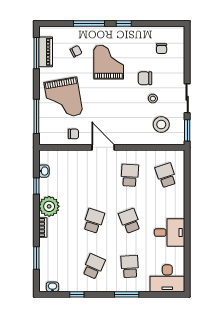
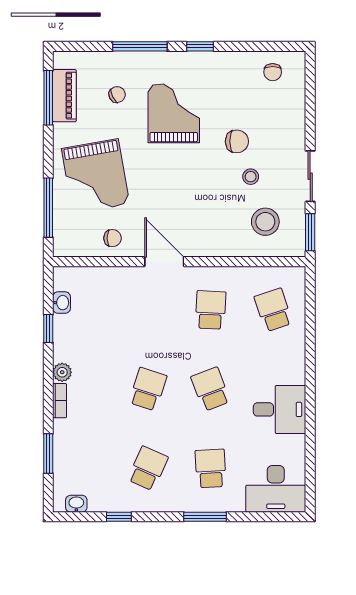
chair: (162, 49) -> (273, 72), moved
chair: (145, 78) -> (237, 141), turned 180
plant: (49, 206) -> (62, 372), width x0.53, depth x0.53

